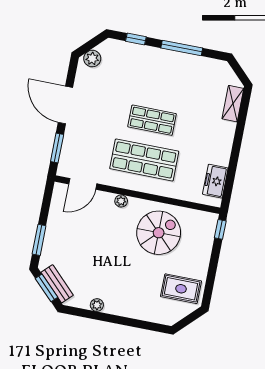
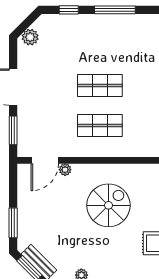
shop shelf: (144, 160) -> (100, 126), width x0.70, depth x0.74
plant: (121, 201) -> (65, 170), moved
spiral stairs: (159, 233) -> (108, 205), moved

